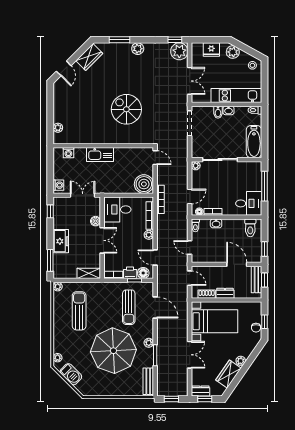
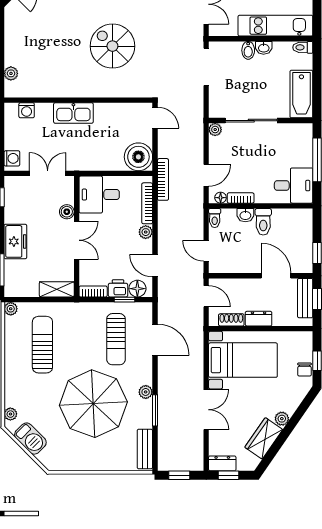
toilet: (250, 228) -> (263, 222), moved

